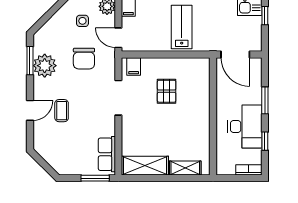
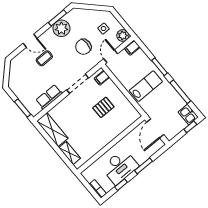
row of seats: (107, 154) -> (49, 97), moved

